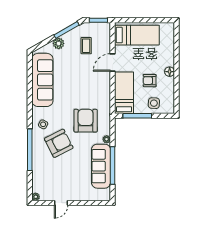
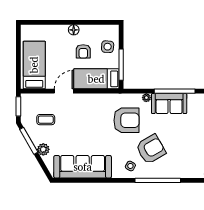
door: (113, 62) -> (64, 91), swing flipped
armchair: (86, 121) -> (126, 120), turned 180
armchair: (59, 143) -> (151, 149), turned 87
sofa: (101, 166) -> (169, 104), width x0.73

